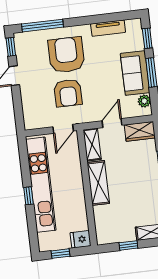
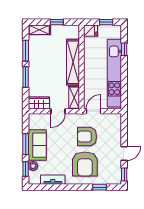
window: (42, 26) -> (100, 187), width x0.46
armchair: (68, 93) -> (87, 137), turned -90
plant: (144, 101) -> (33, 166), moved
shelving: (98, 183) -> (73, 62), width x1.47
window: (29, 196) -> (124, 49), moved

